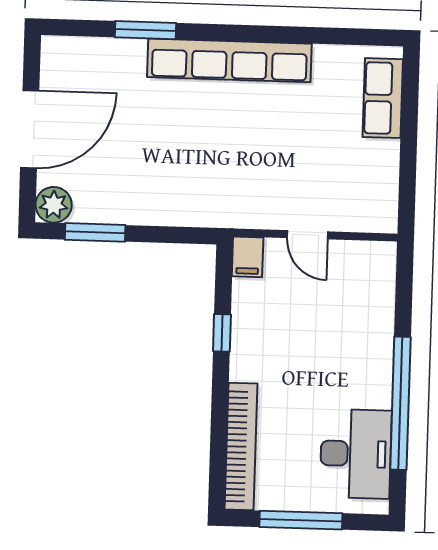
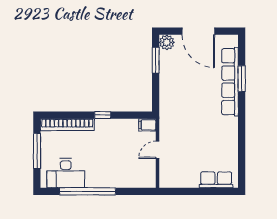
row of seats: (229, 60) -> (230, 82), moved
window: (222, 333) -> (103, 115), moved

